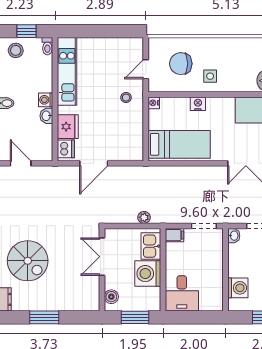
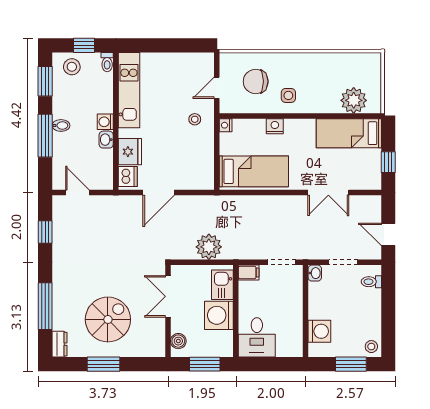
plant: (144, 217) -> (209, 247), width x1.88, depth x1.88
spiral stairs: (28, 261) -> (108, 319), moved, turned -90

